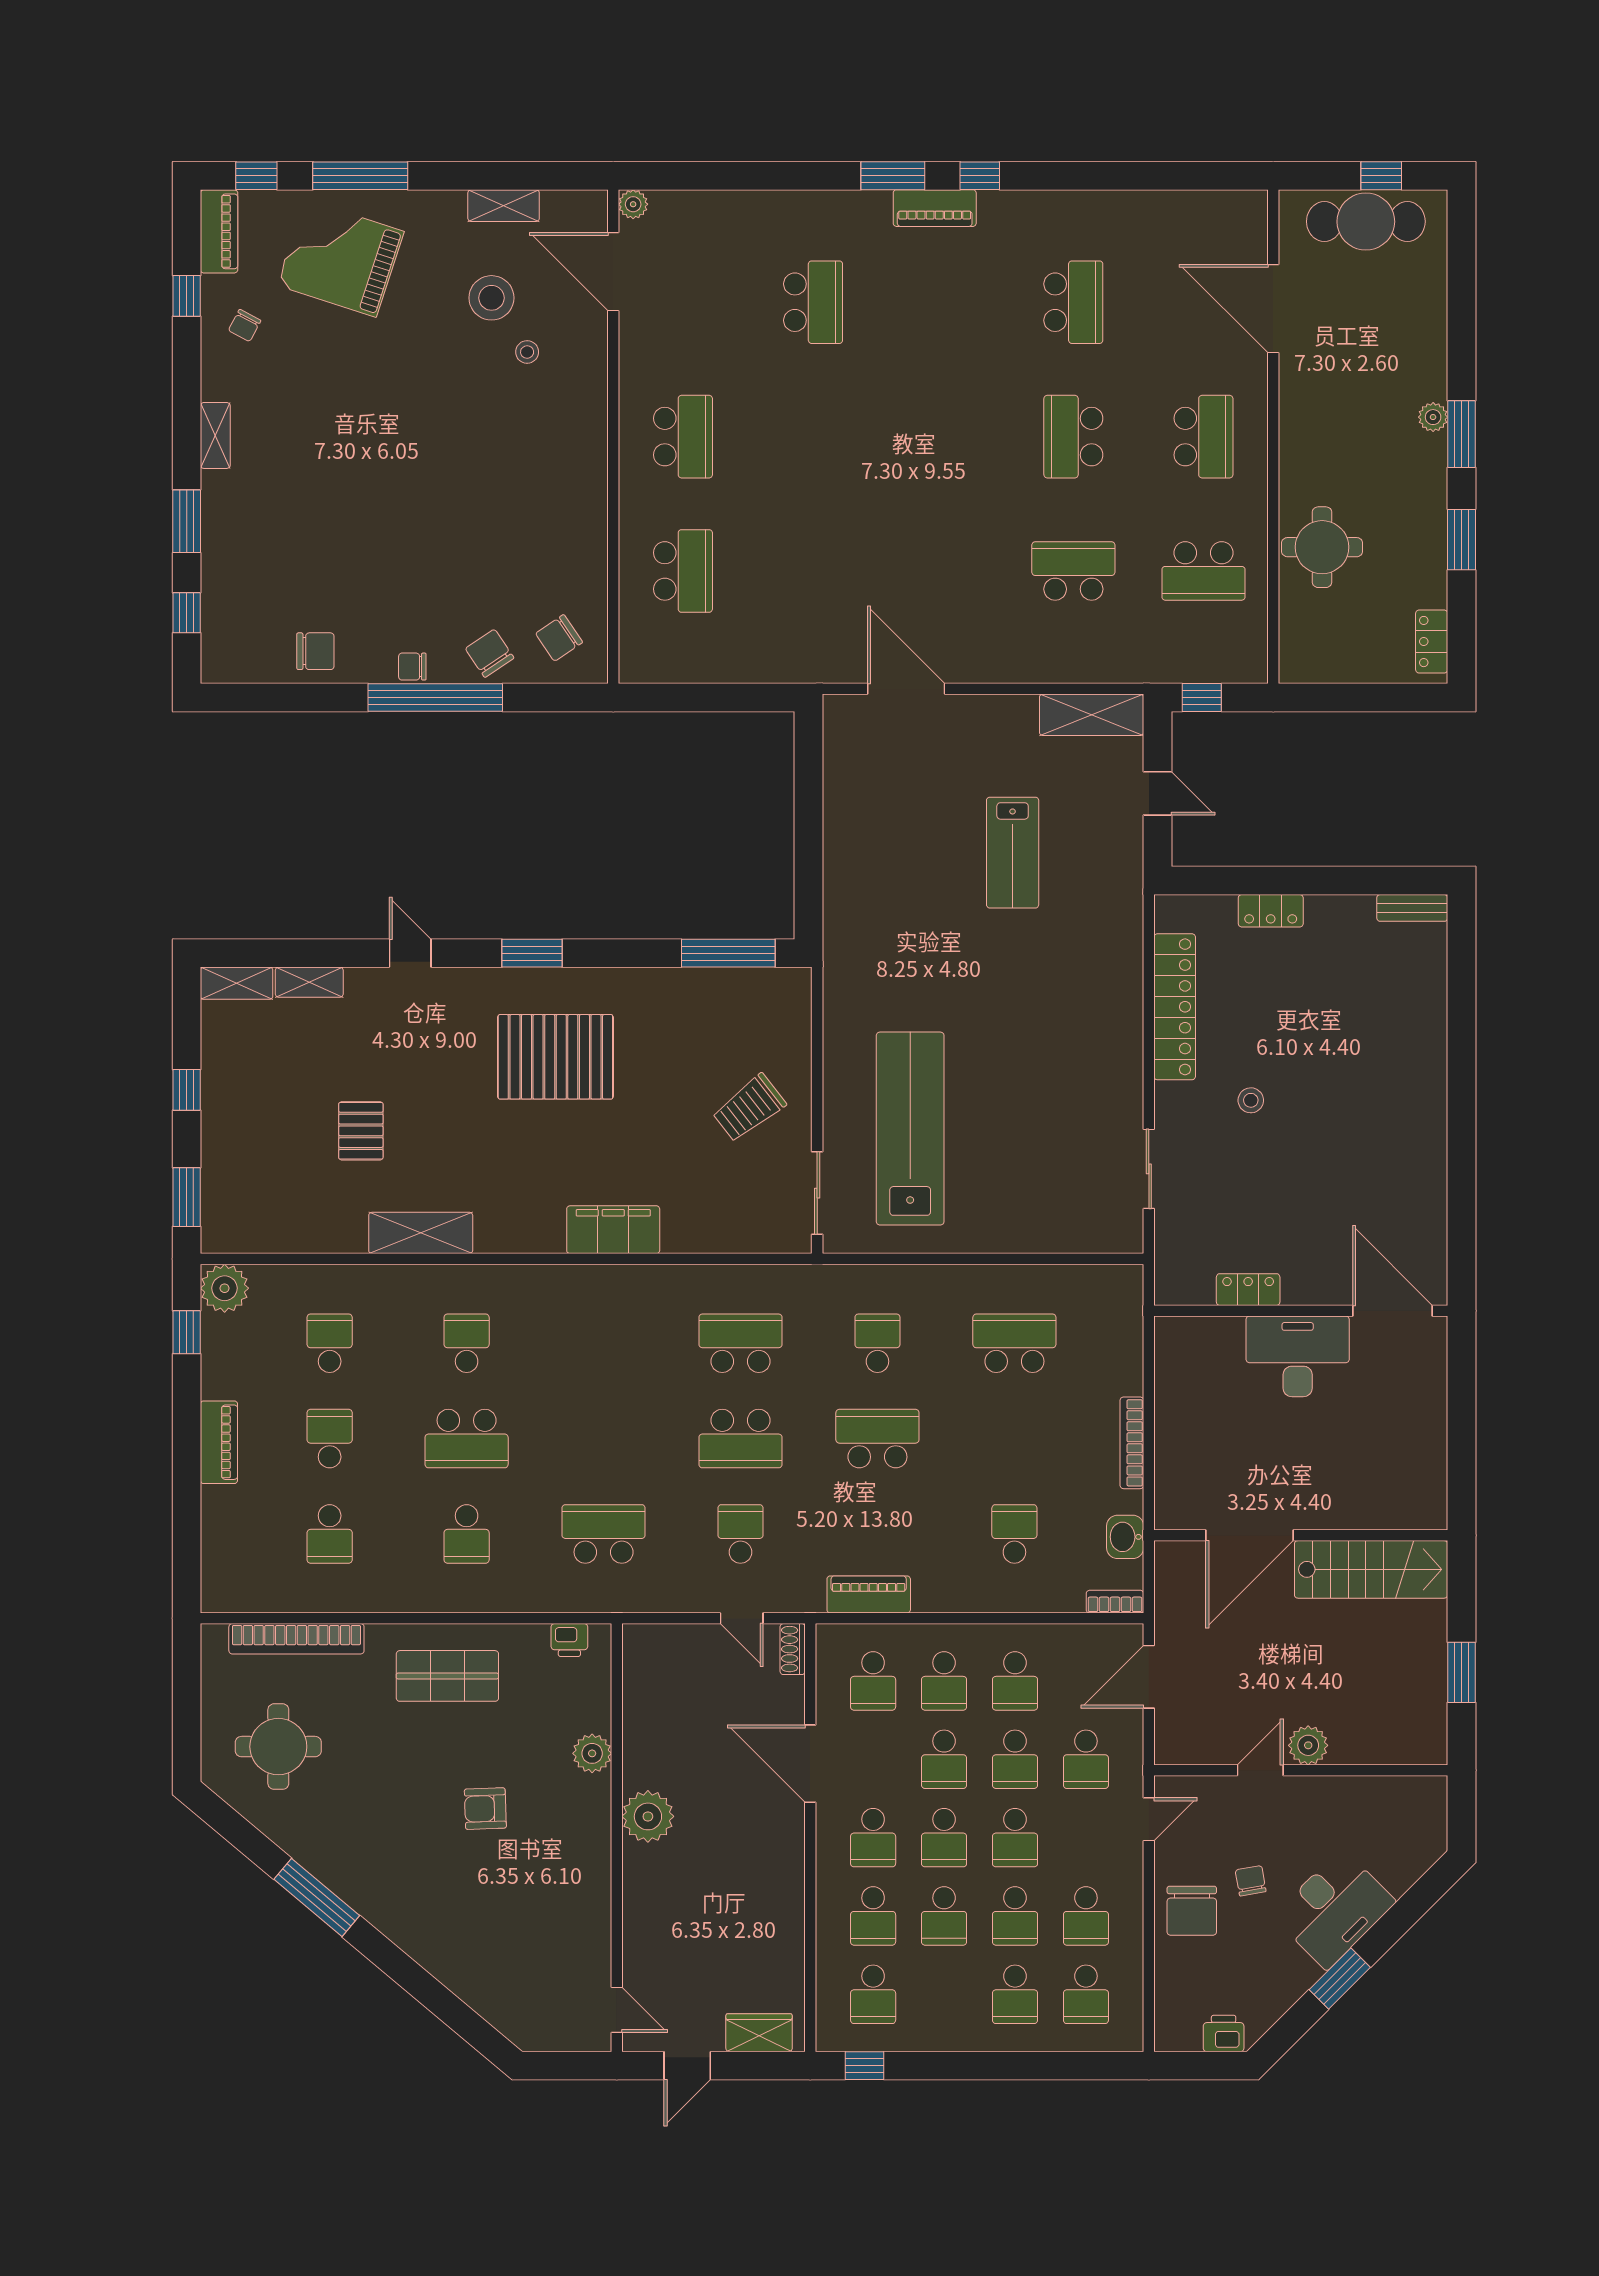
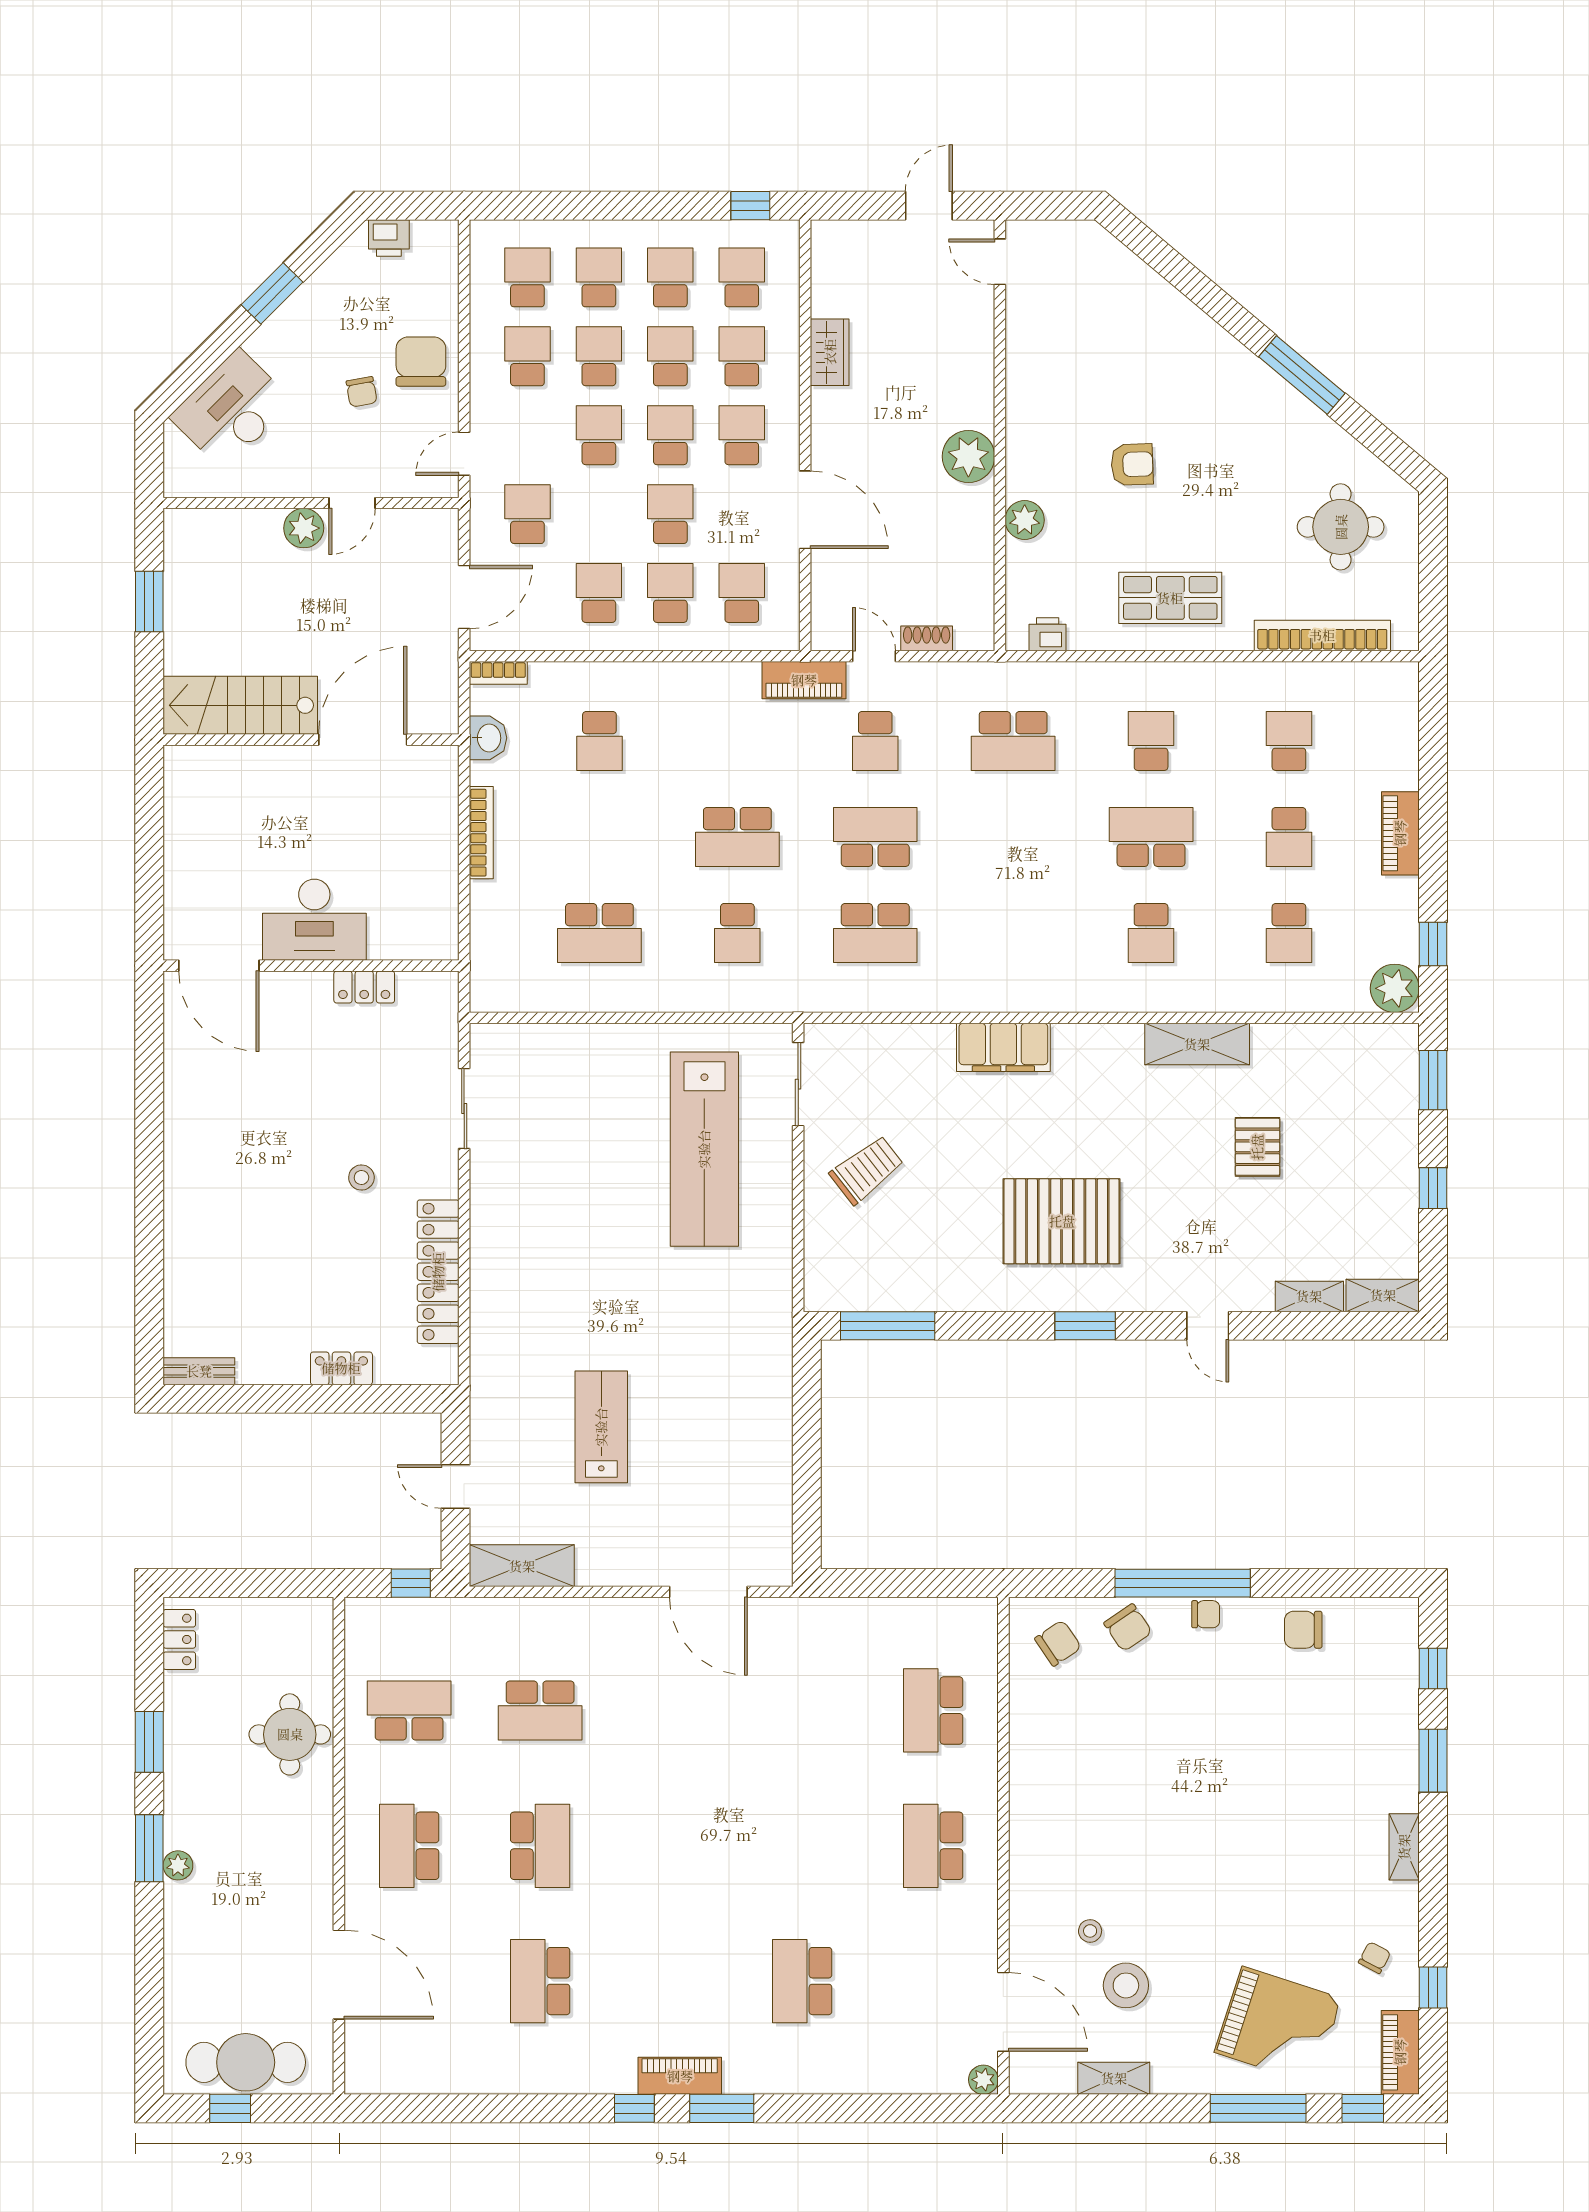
piano: (869, 1594) -> (804, 680), moved
shoe rack: (793, 1649) -> (927, 638), moved, turned -90
school desk: (1015, 1759) -> (670, 277), moved
desk: (1334, 1909) -> (231, 409), moved
wardrobe: (759, 2033) -> (830, 352), moved, turned -90

